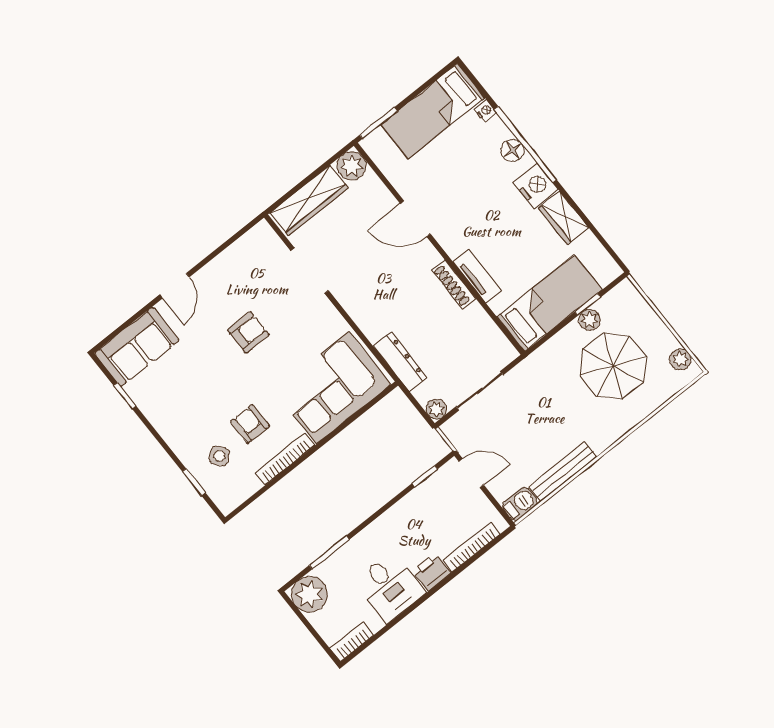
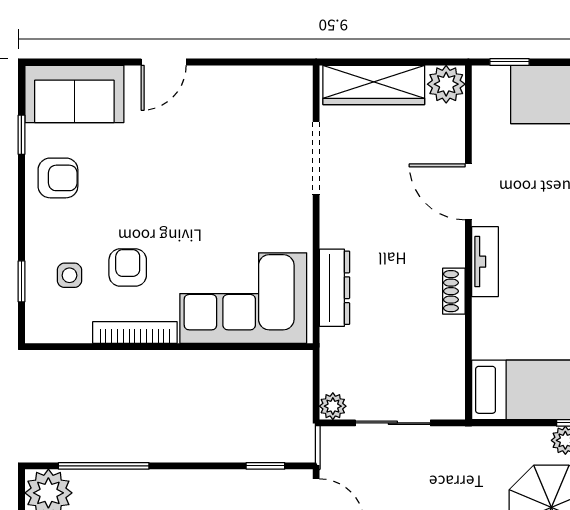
window: (378, 123) -> (510, 62), width x0.67
tv unit: (477, 276) -> (485, 262), moved
shoe rack: (454, 284) -> (454, 291), width x0.70
armchair: (248, 332) -> (58, 178), moved
dresser: (400, 362) -> (335, 288), moved
side table: (219, 456) -> (69, 275), turned 38
window: (329, 552) -> (104, 466), width x1.44

